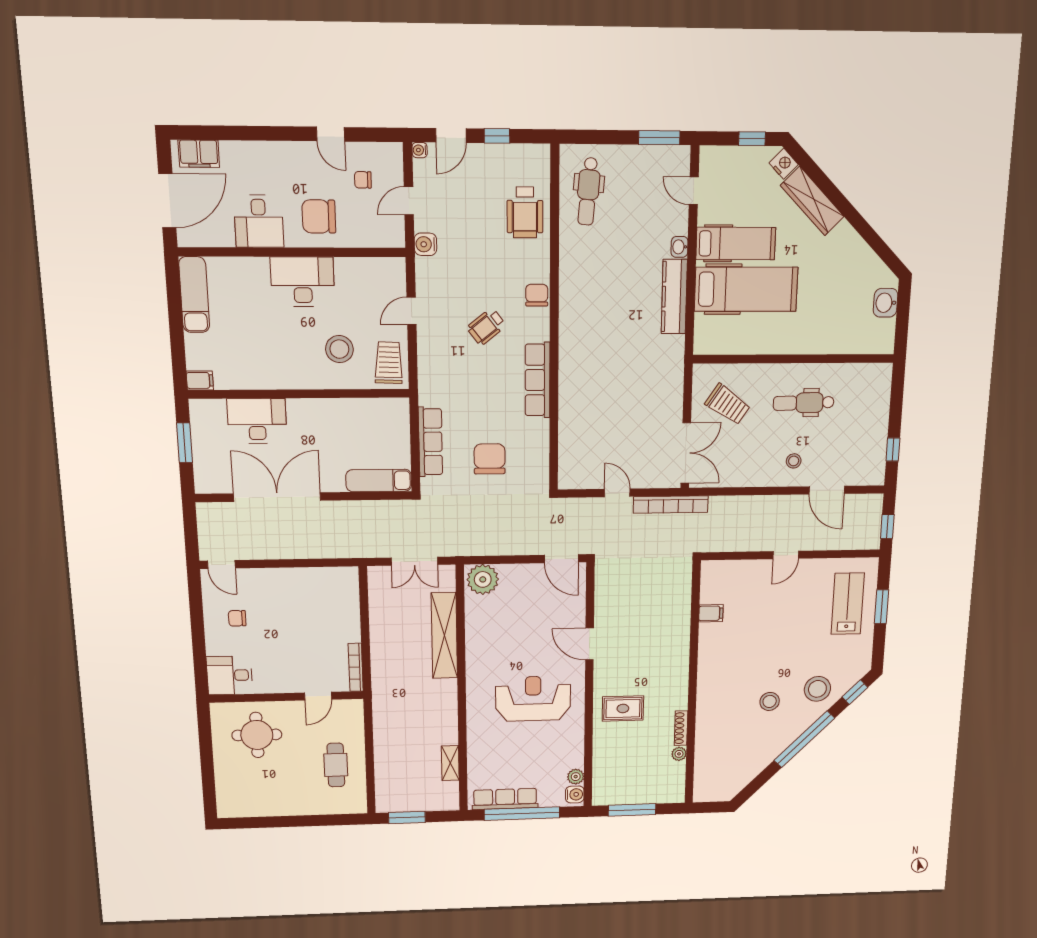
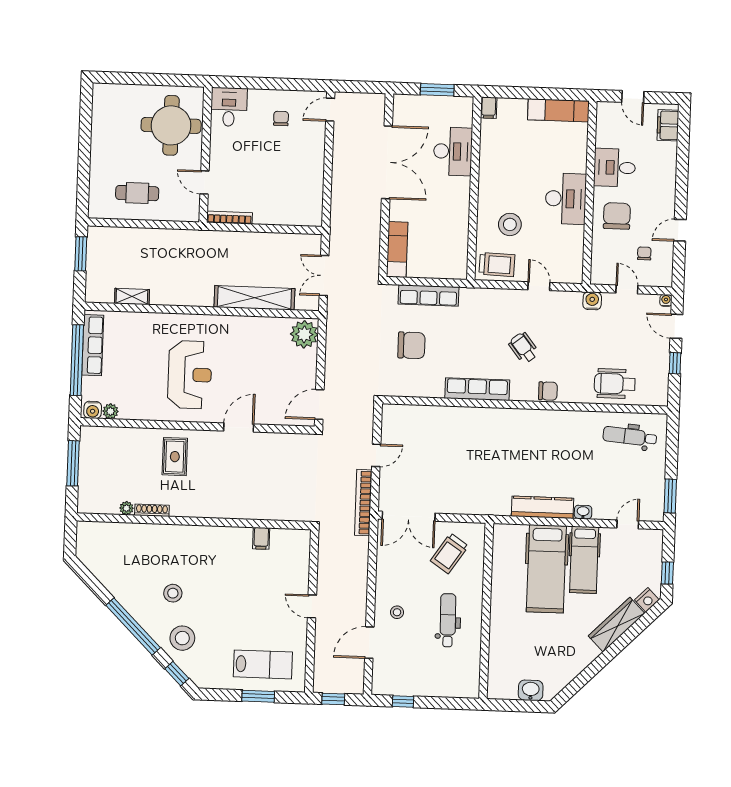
door: (167, 201) -> (633, 97), width x0.53
round table: (257, 735) -> (171, 125), width x1.36, depth x1.36

